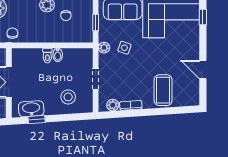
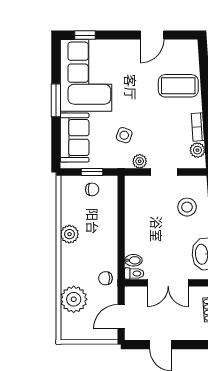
chair: (66, 16) -> (92, 189), moved
plant: (104, 48) -> (140, 161), moved
bidet: (58, 55) -> (133, 260), moved
toilet: (47, 56) -> (134, 273), moved

